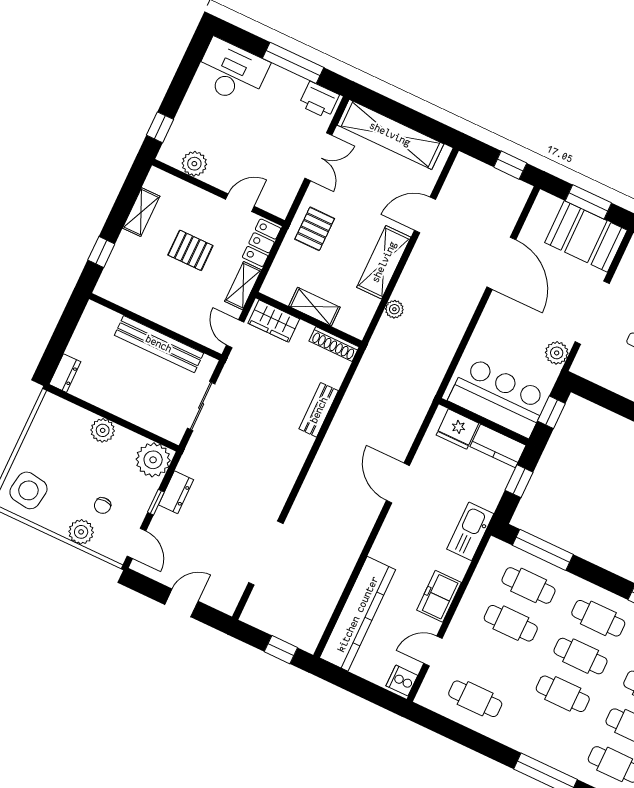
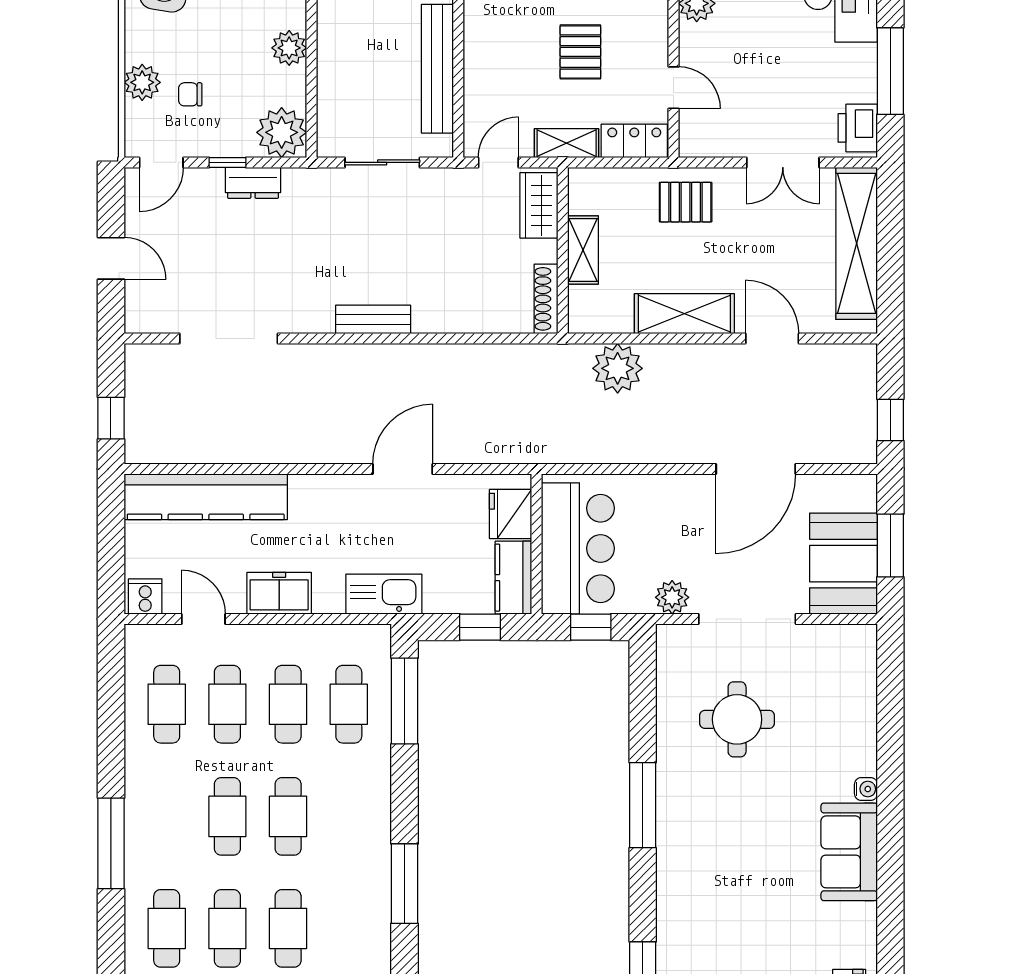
plant: (394, 309) -> (618, 368), width x1.88, depth x1.88
bench: (319, 410) -> (373, 319), moved
cafe table: (598, 618) -> (227, 704), moved

